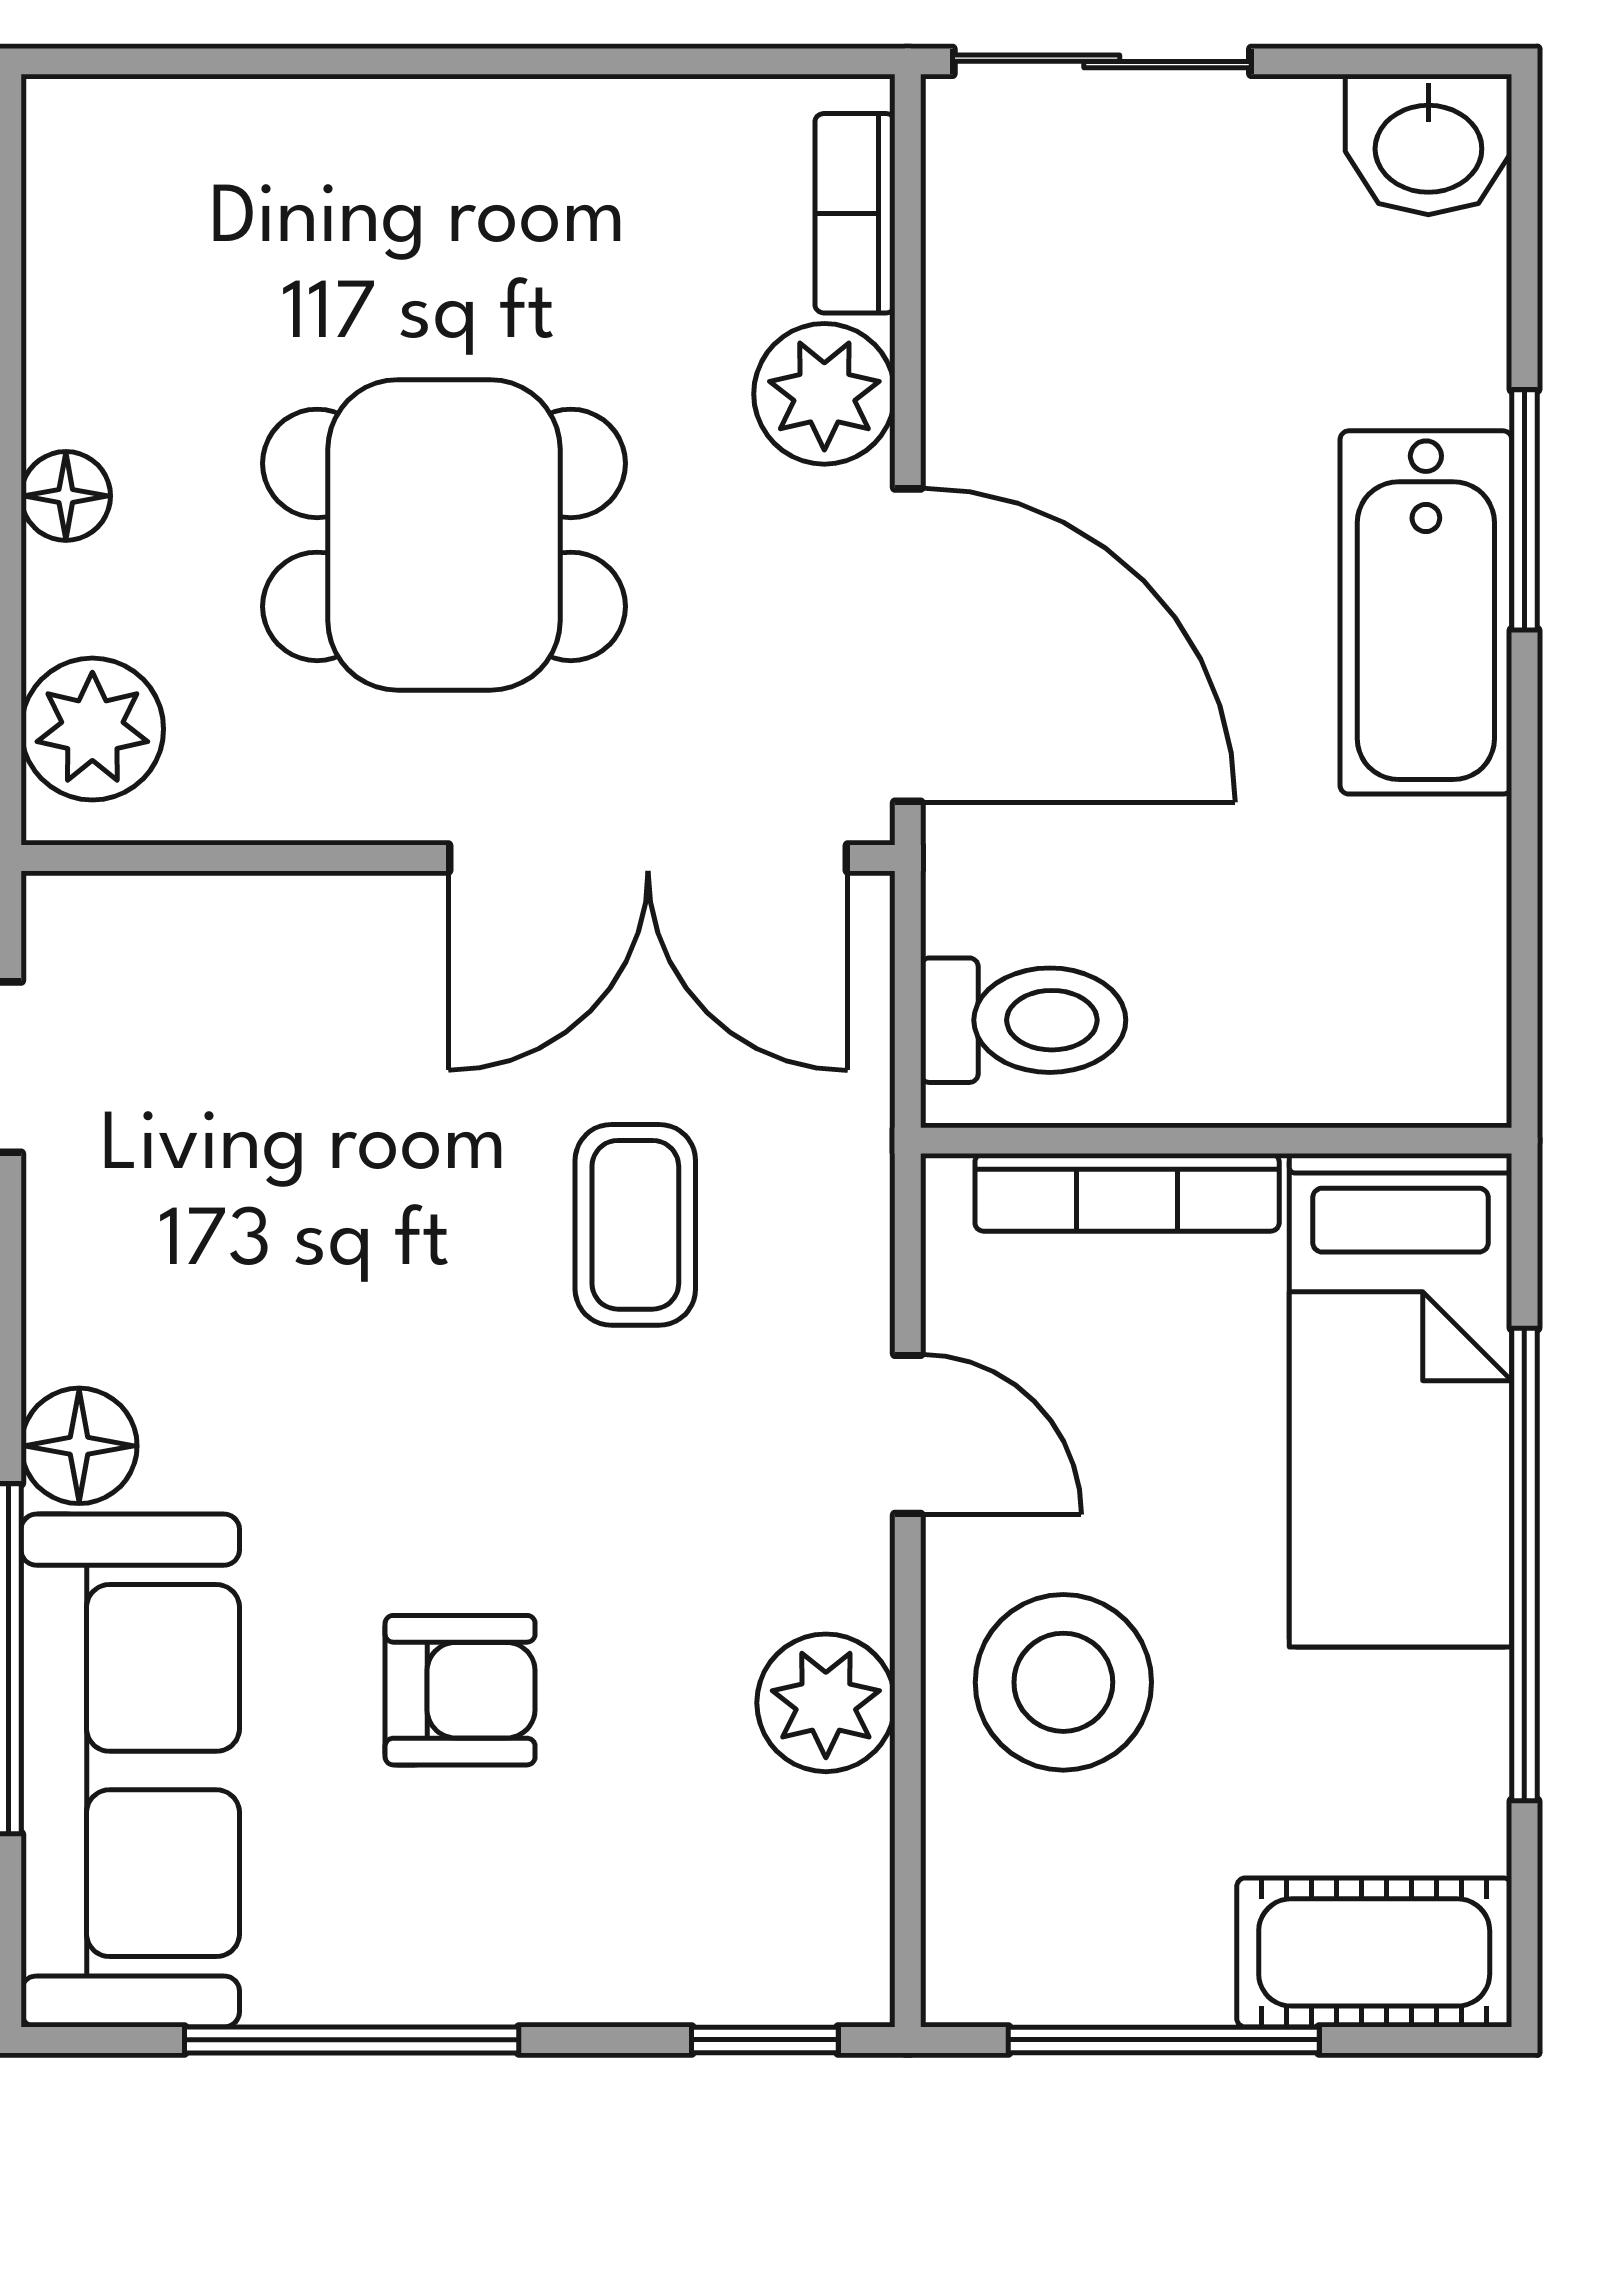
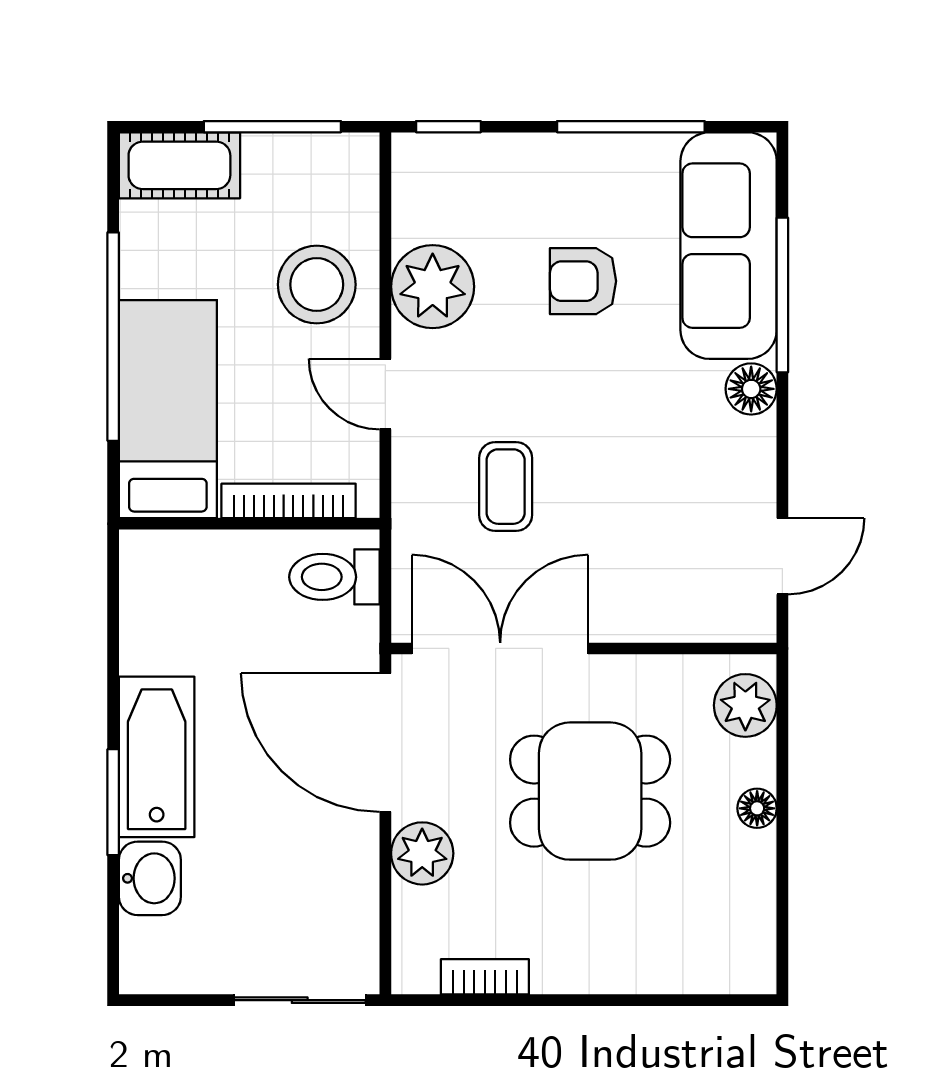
washbasin: (1428, 145) -> (150, 878), moved, turned 90
bookcase: (855, 213) -> (485, 977), moved, turned -90
plant: (826, 1703) -> (433, 287), width x1.36, depth x1.36

